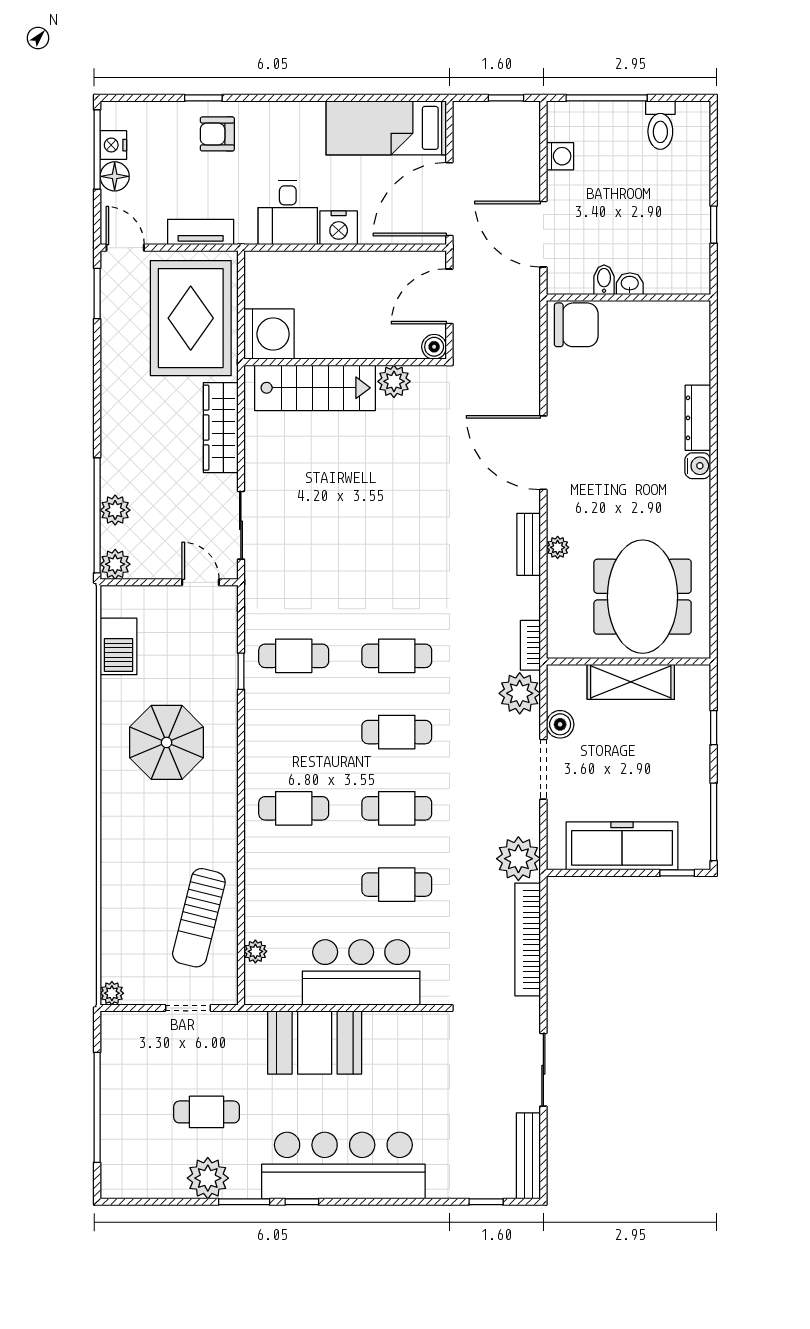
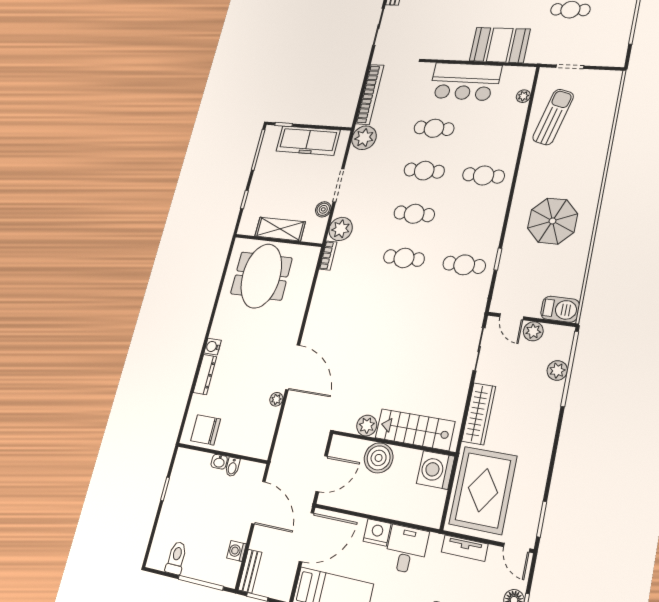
chair: (576, 325) -> (206, 430), moved
boiler: (434, 347) -> (379, 458), moved, width x1.86, depth x1.86
bench: (529, 544) -> (250, 571), moved
plant: (558, 547) -> (276, 399), moved
plant: (115, 564) -> (533, 331), moved
barbecue: (119, 646) -> (560, 309), moved, turned 90
plant: (112, 993) -> (615, 77), removed

